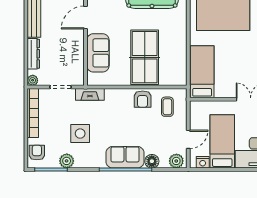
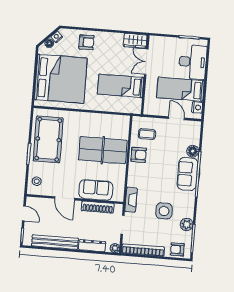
shoe rack: (78, 57) -> (98, 207), added
bed: (202, 72) -> (121, 86), moved
plant: (176, 161) -> (194, 130), removed

